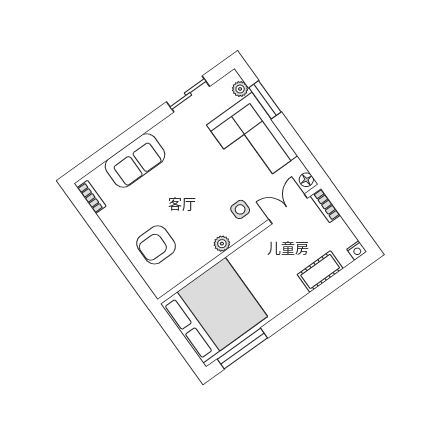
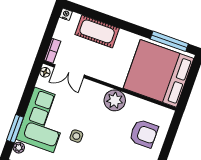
side table: (240, 209) -> (76, 136), moved
plant: (222, 244) -> (115, 100), width x1.87, depth x1.87
cot: (320, 271) -> (97, 31), width x1.37, depth x1.34

